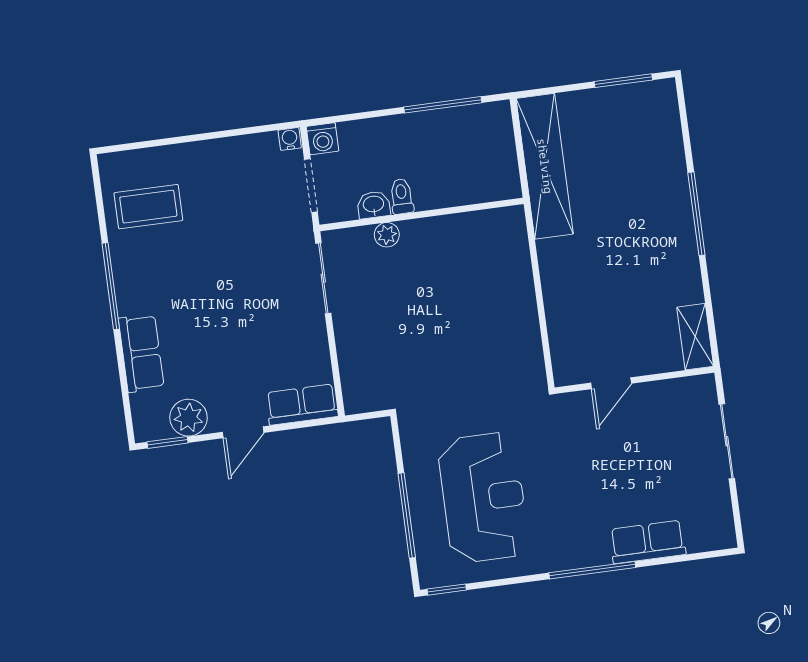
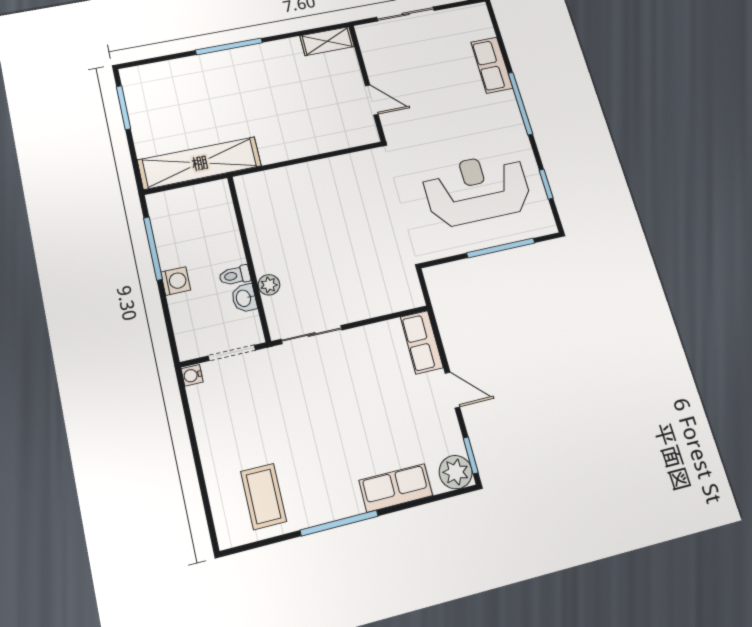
washing machine: (323, 139) -> (176, 281), moved
plant: (189, 418) -> (456, 472), moved
window: (447, 590) -> (546, 184), moved

